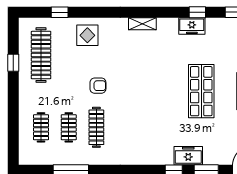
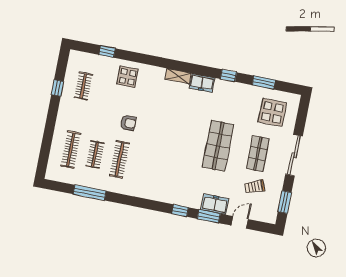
freezer: (192, 26) -> (202, 83), moved
clothes rail: (41, 55) -> (83, 86), width x0.54, depth x0.76
clothes rail: (41, 127) -> (71, 150), width x1.36
freezer: (188, 156) -> (215, 204), moved

